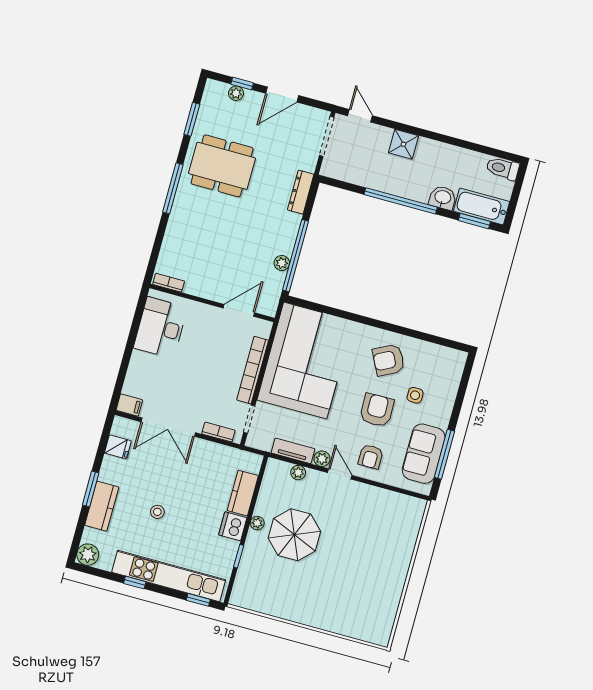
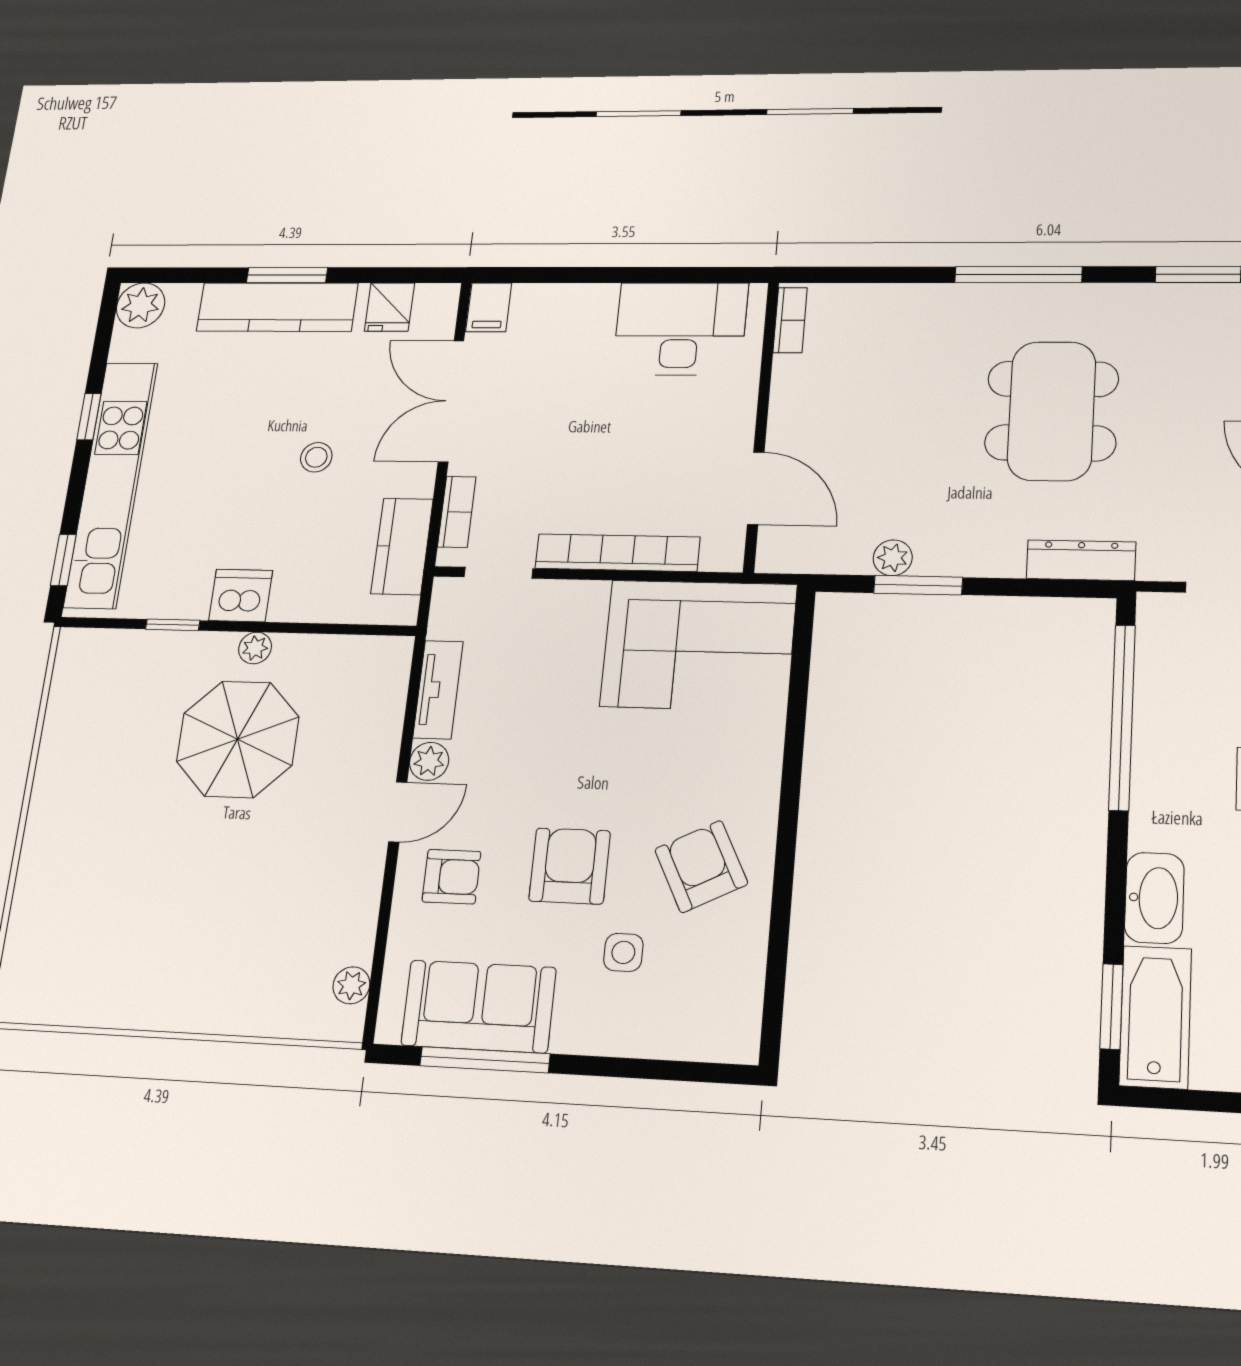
dining table: (222, 166) -> (1052, 411), moved
washbasin: (443, 198) -> (1154, 898), width x1.38
window: (401, 201) -> (1122, 717), moved
window: (296, 256) -> (918, 585), width x0.47
corner sofa: (305, 361) -> (698, 645), width x0.73, depth x0.74
armchair: (377, 410) -> (570, 866), turned -89
armchair: (371, 457) -> (451, 877), turned 180
plant: (298, 473) -> (351, 985), moved
kitchen counter: (243, 493) -> (402, 546), moved, turned -90
kitchen counter: (102, 506) -> (277, 307), width x1.50
stool: (157, 512) -> (316, 457), moved

